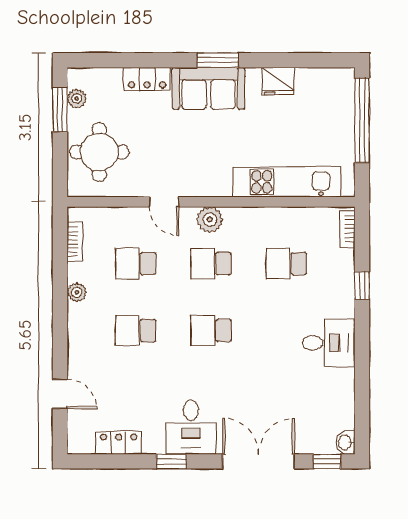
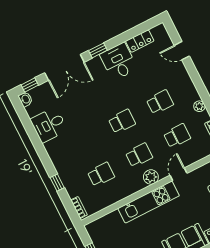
kitchen unit: (287, 182) -> (149, 202), moved
door: (164, 202) -> (179, 174), hinge flipped
desk: (329, 343) -> (49, 125), moved
desk: (191, 427) -> (119, 62), moved
window: (171, 461) -> (98, 50), moved

